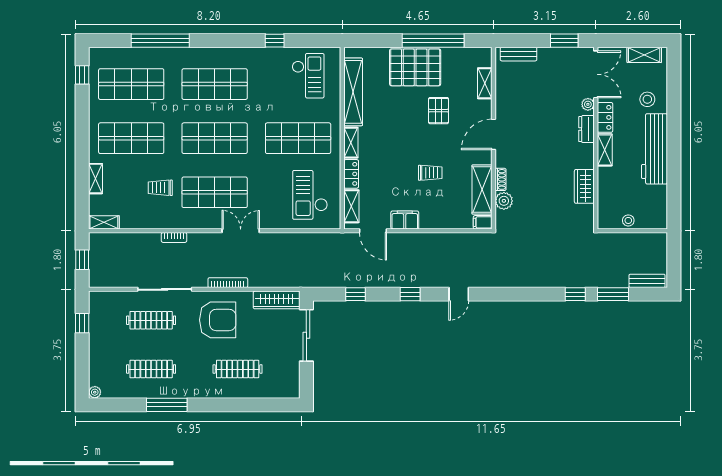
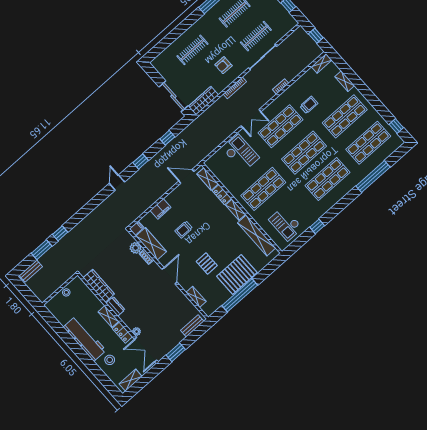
dresser: (586, 129) -> (115, 306), moved
wardrobe: (584, 186) -> (99, 286), width x1.50
checkout: (310, 195) -> (241, 153), moved
filing cabinet: (405, 220) -> (161, 209), moved
armchair: (218, 320) -> (223, 65), width x0.53, depth x0.53

